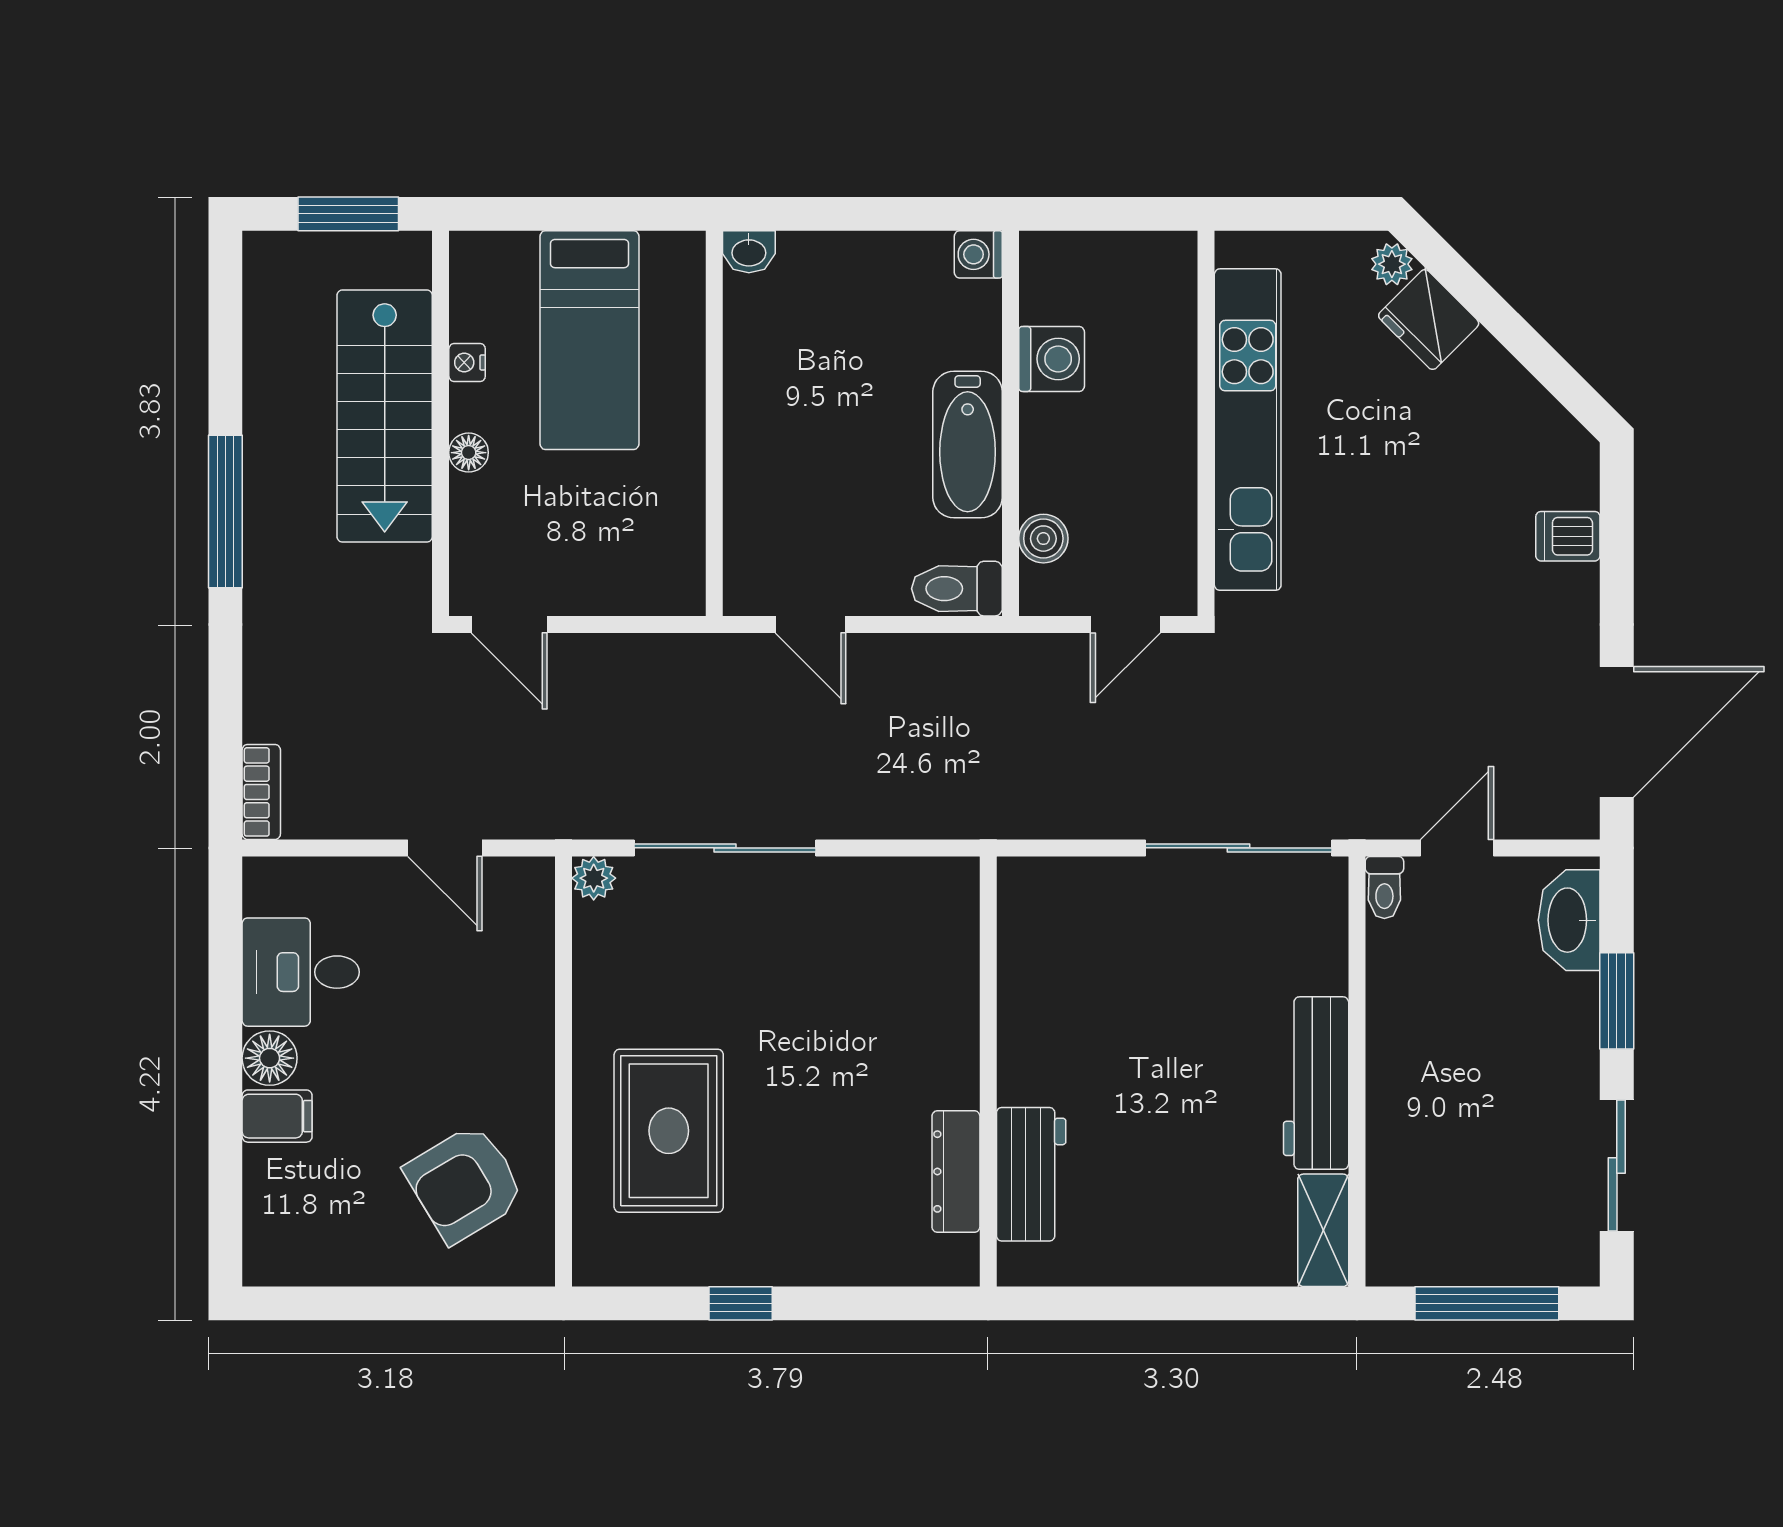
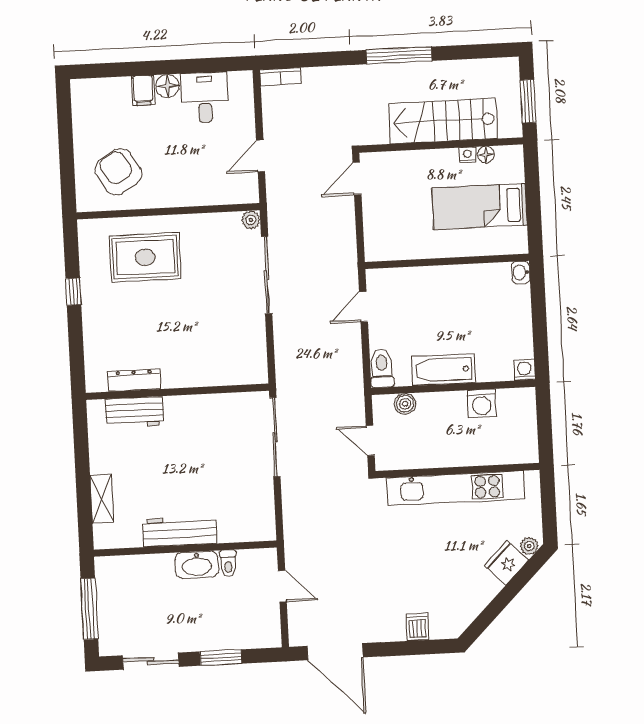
floor lamp: (469, 453) -> (486, 155), moved
sliding door: (1239, 848) -> (275, 437), moved
toilet: (1384, 887) -> (228, 563), moved, turned -90
washbasin: (1569, 920) -> (197, 565), moved, turned 180
shelving: (1323, 1230) -> (102, 499), moved, turned 90

